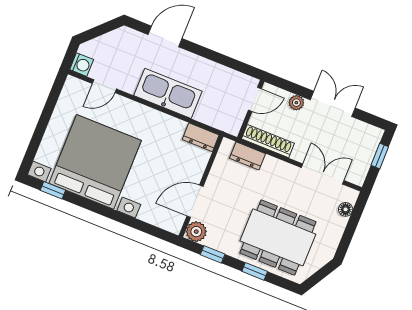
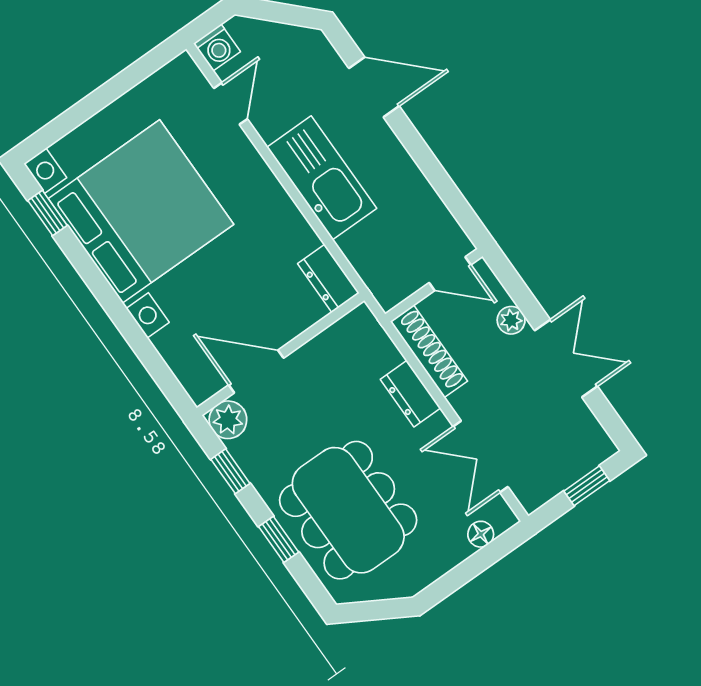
door: (104, 86) -> (231, 104), swing flipped
dresser: (248, 156) -> (410, 394), moved
double door: (323, 174) -> (480, 457), swing flipped

